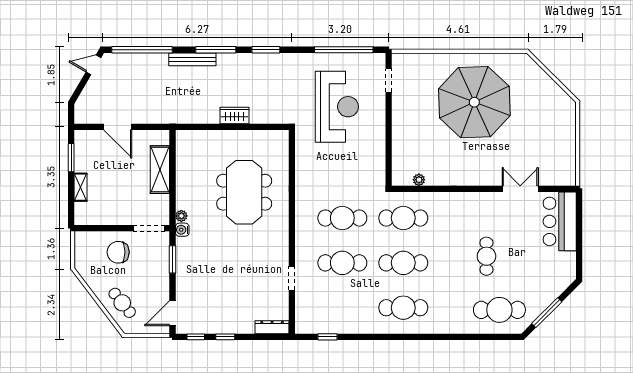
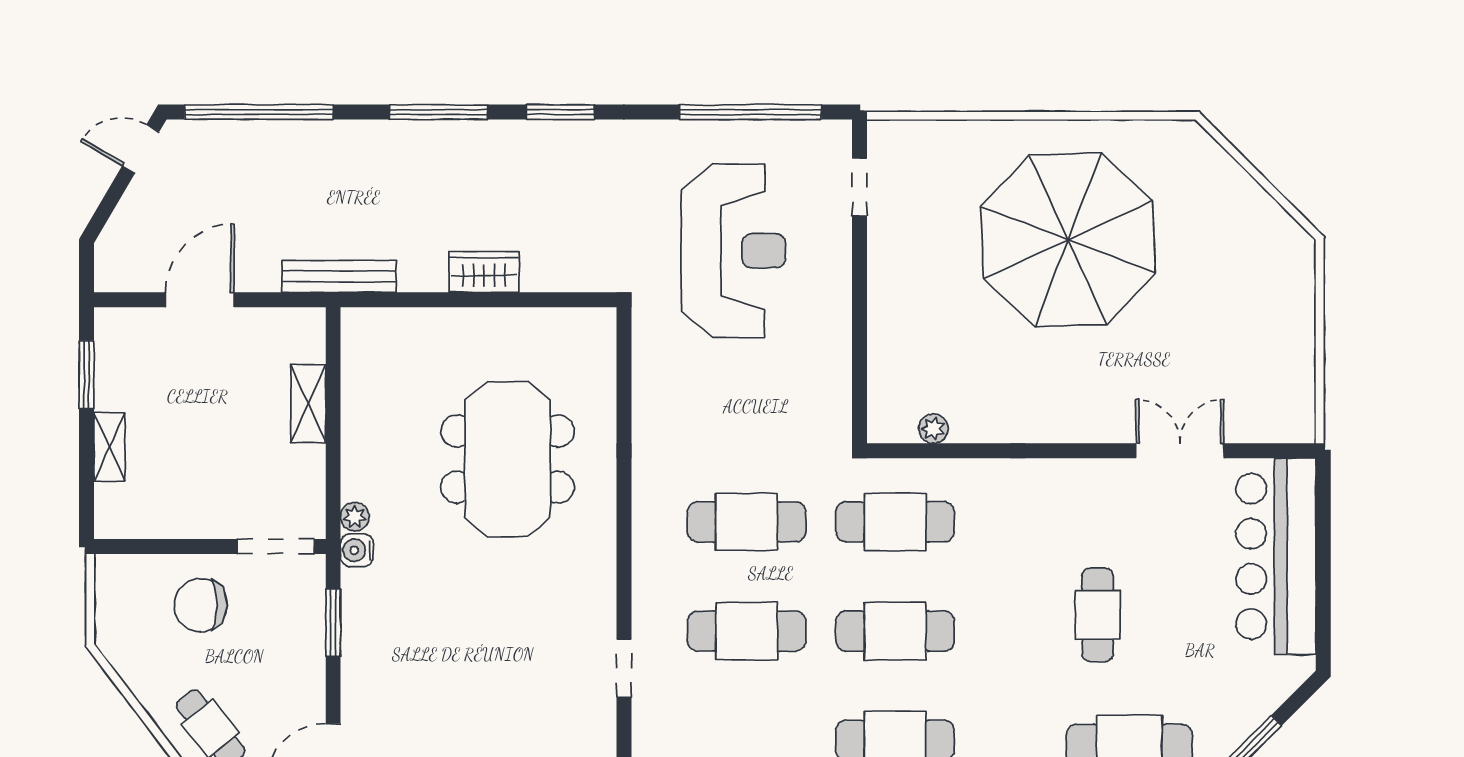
bench: (192, 59) -> (339, 276), moved
door: (118, 127) -> (200, 300), swing flipped
shelving: (160, 170) -> (308, 404), width x0.67, depth x0.75
bar counter: (560, 221) -> (1276, 556), width x1.36

